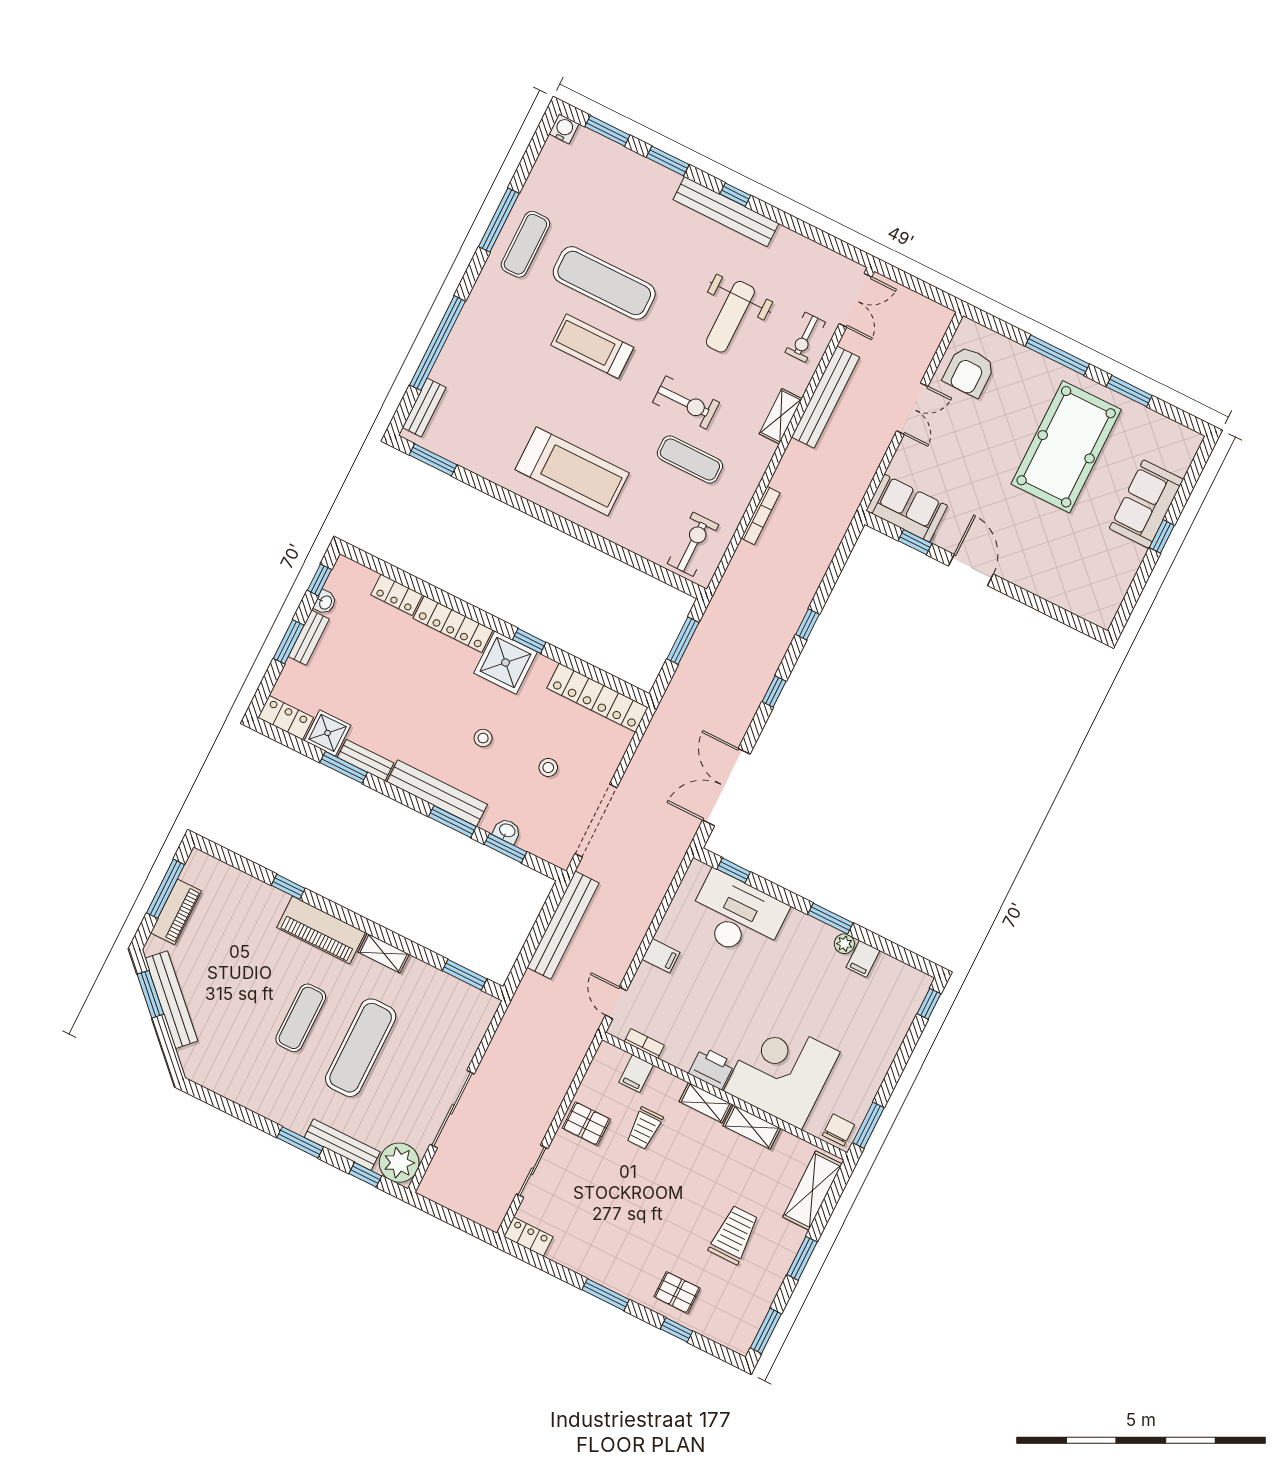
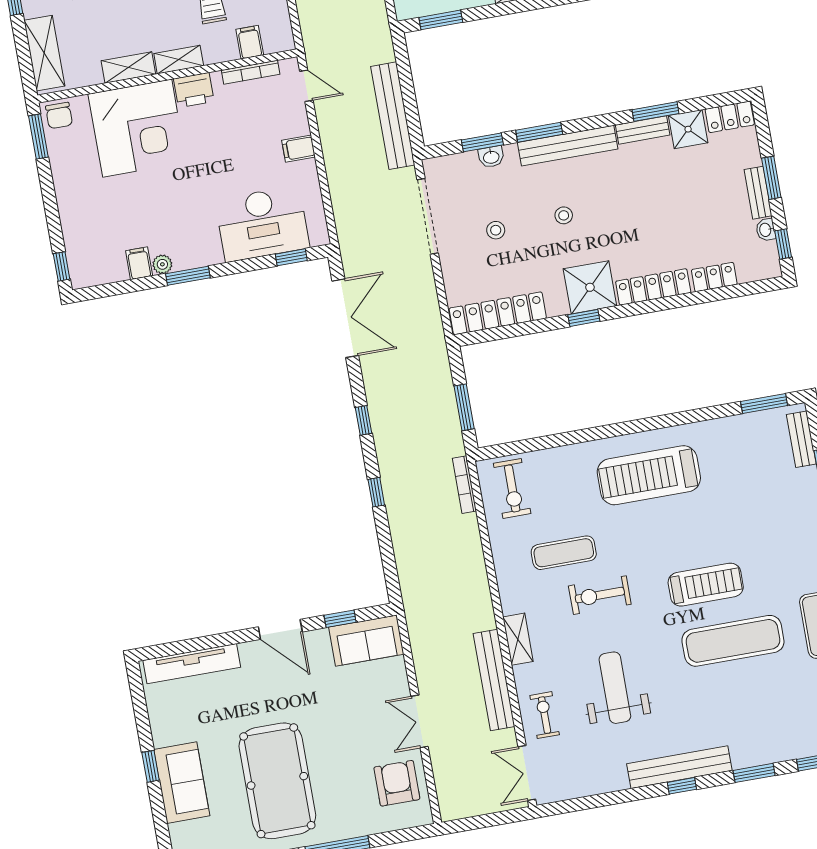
bookcase: (761, 515) -> (464, 485), moved
tv unit: (1065, 596) -> (192, 664), added
bookcase: (644, 1043) -> (251, 72), width x1.56

